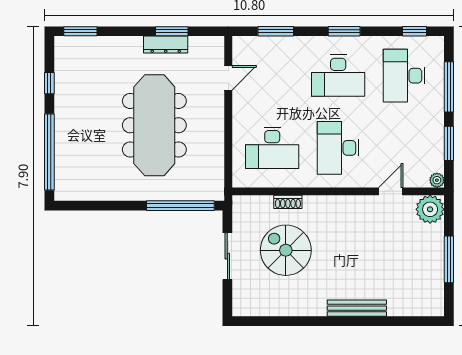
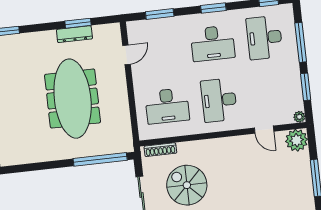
door: (391, 191) -> (264, 130), swing flipped
shoe rack: (288, 202) -> (160, 150), moved, width x1.43

